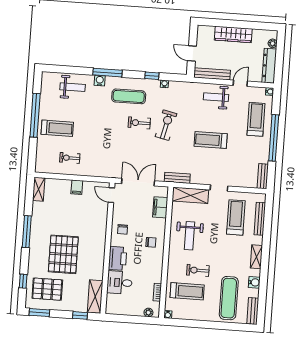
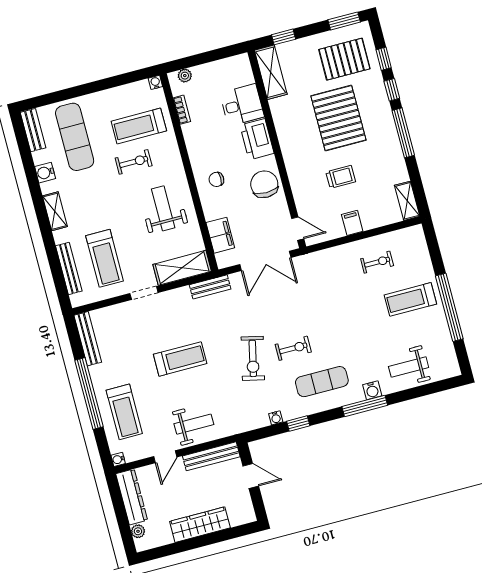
bench: (263, 176) -> (88, 339), width x1.36
trolley: (74, 218) -> (341, 177), added
chair: (123, 229) -> (264, 184), width x1.87, depth x1.87
window: (25, 260) -> (392, 90), added

